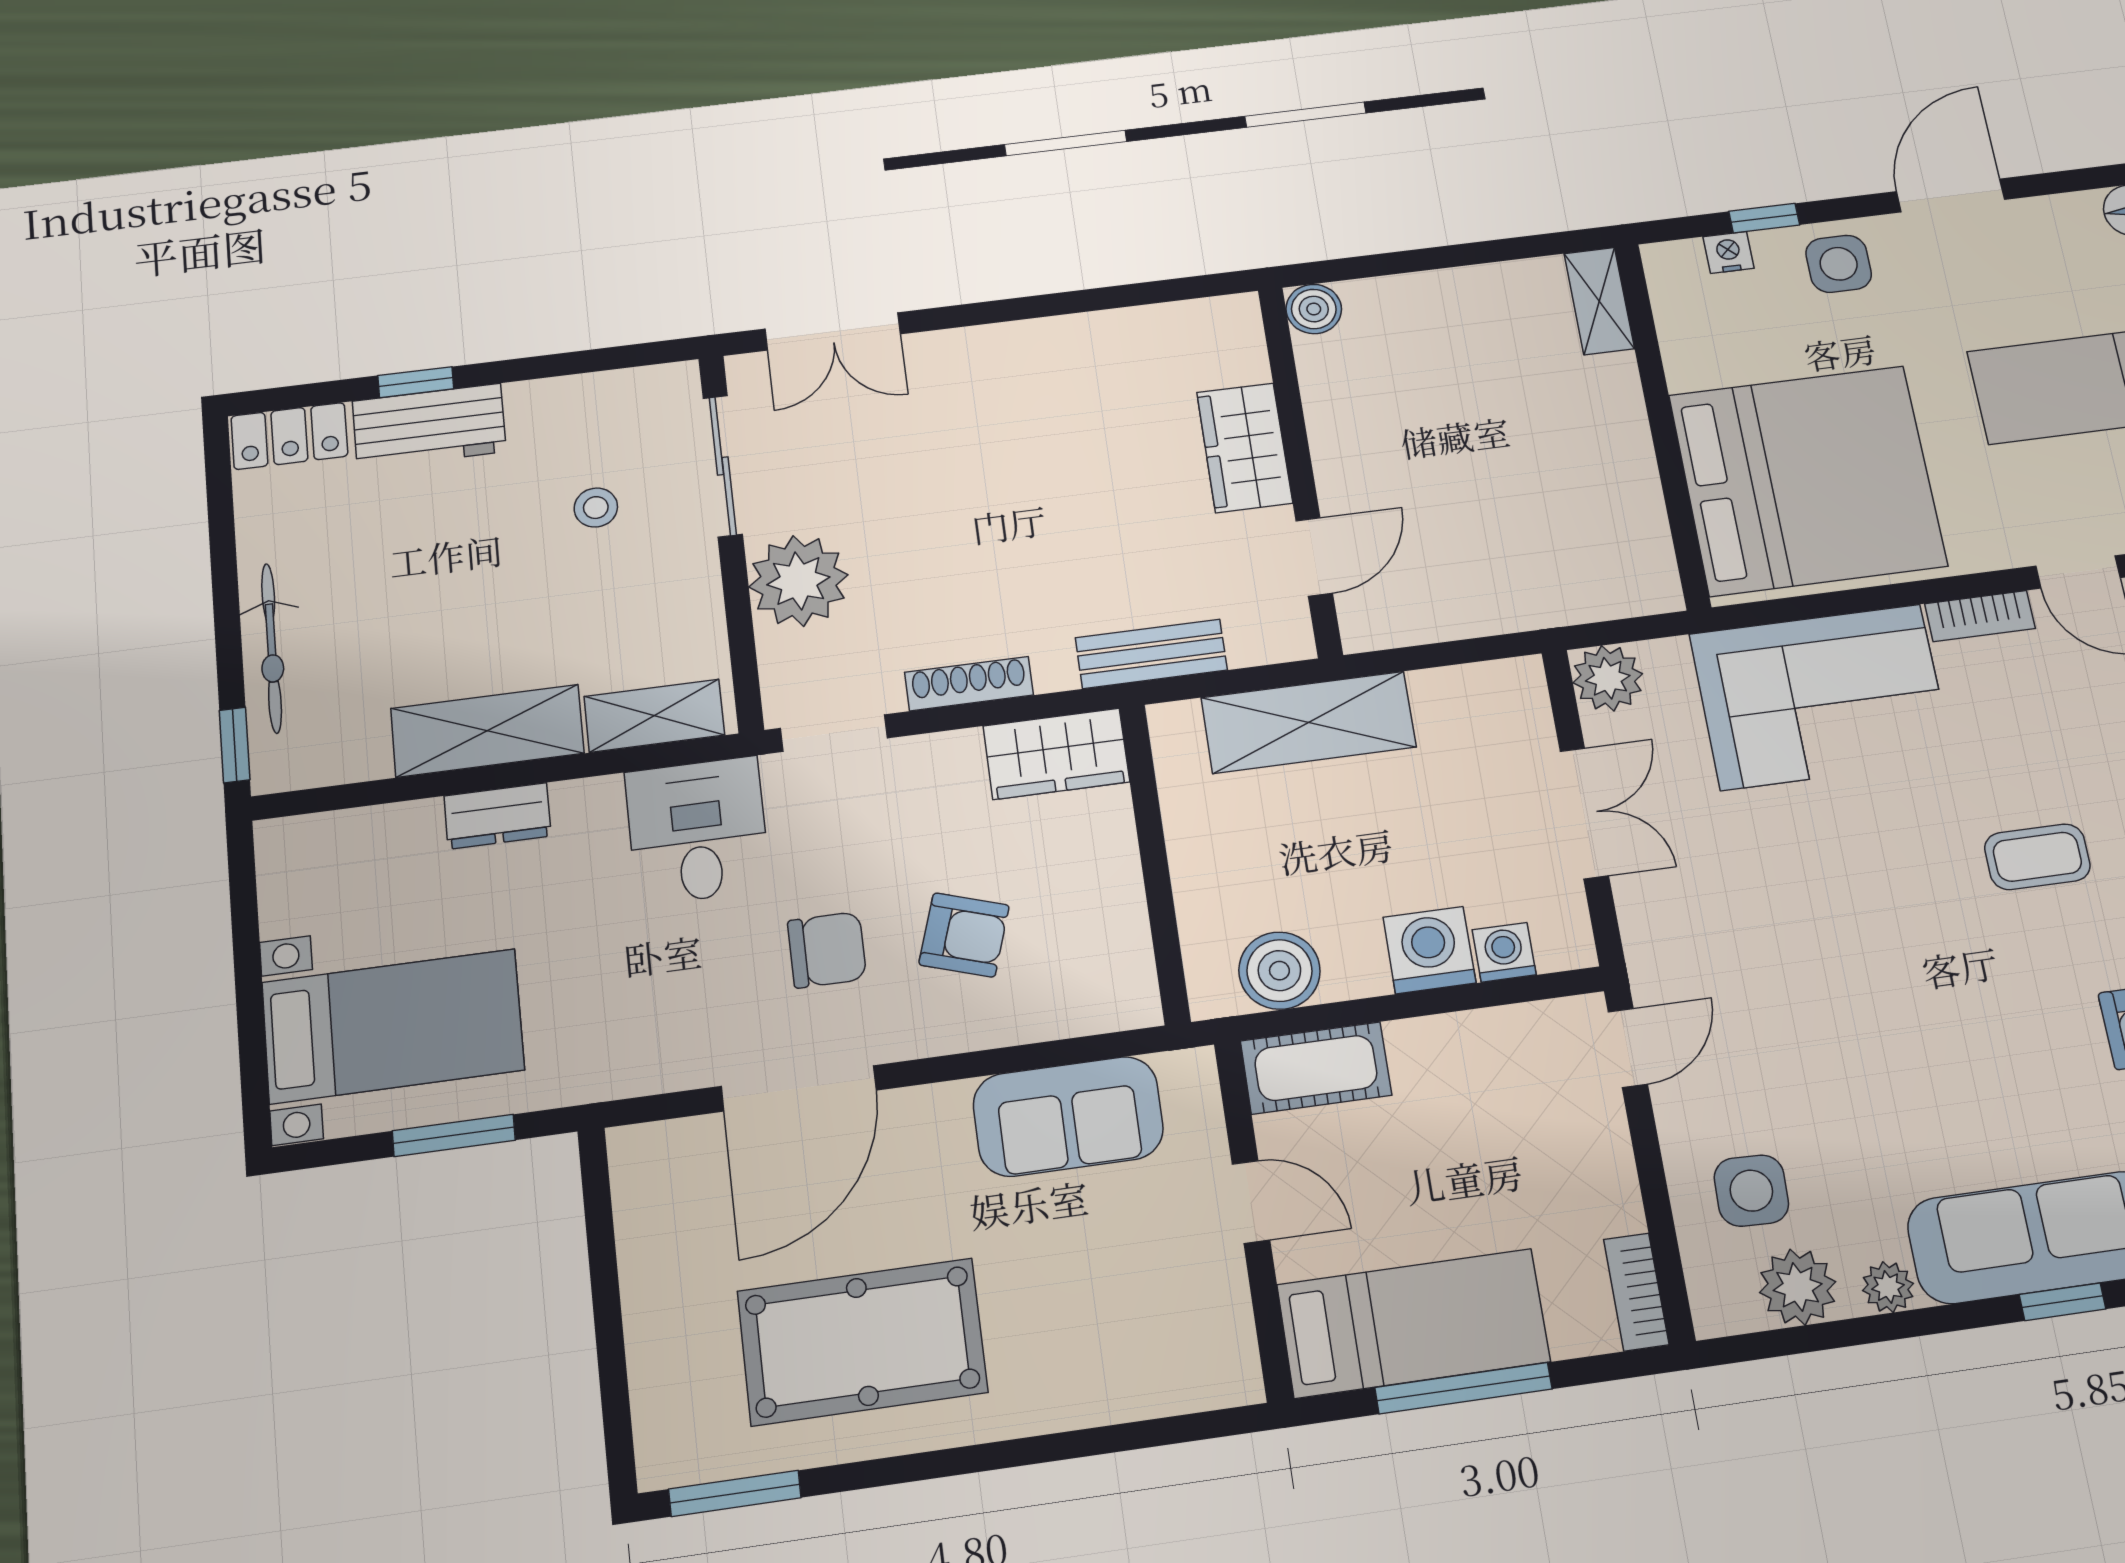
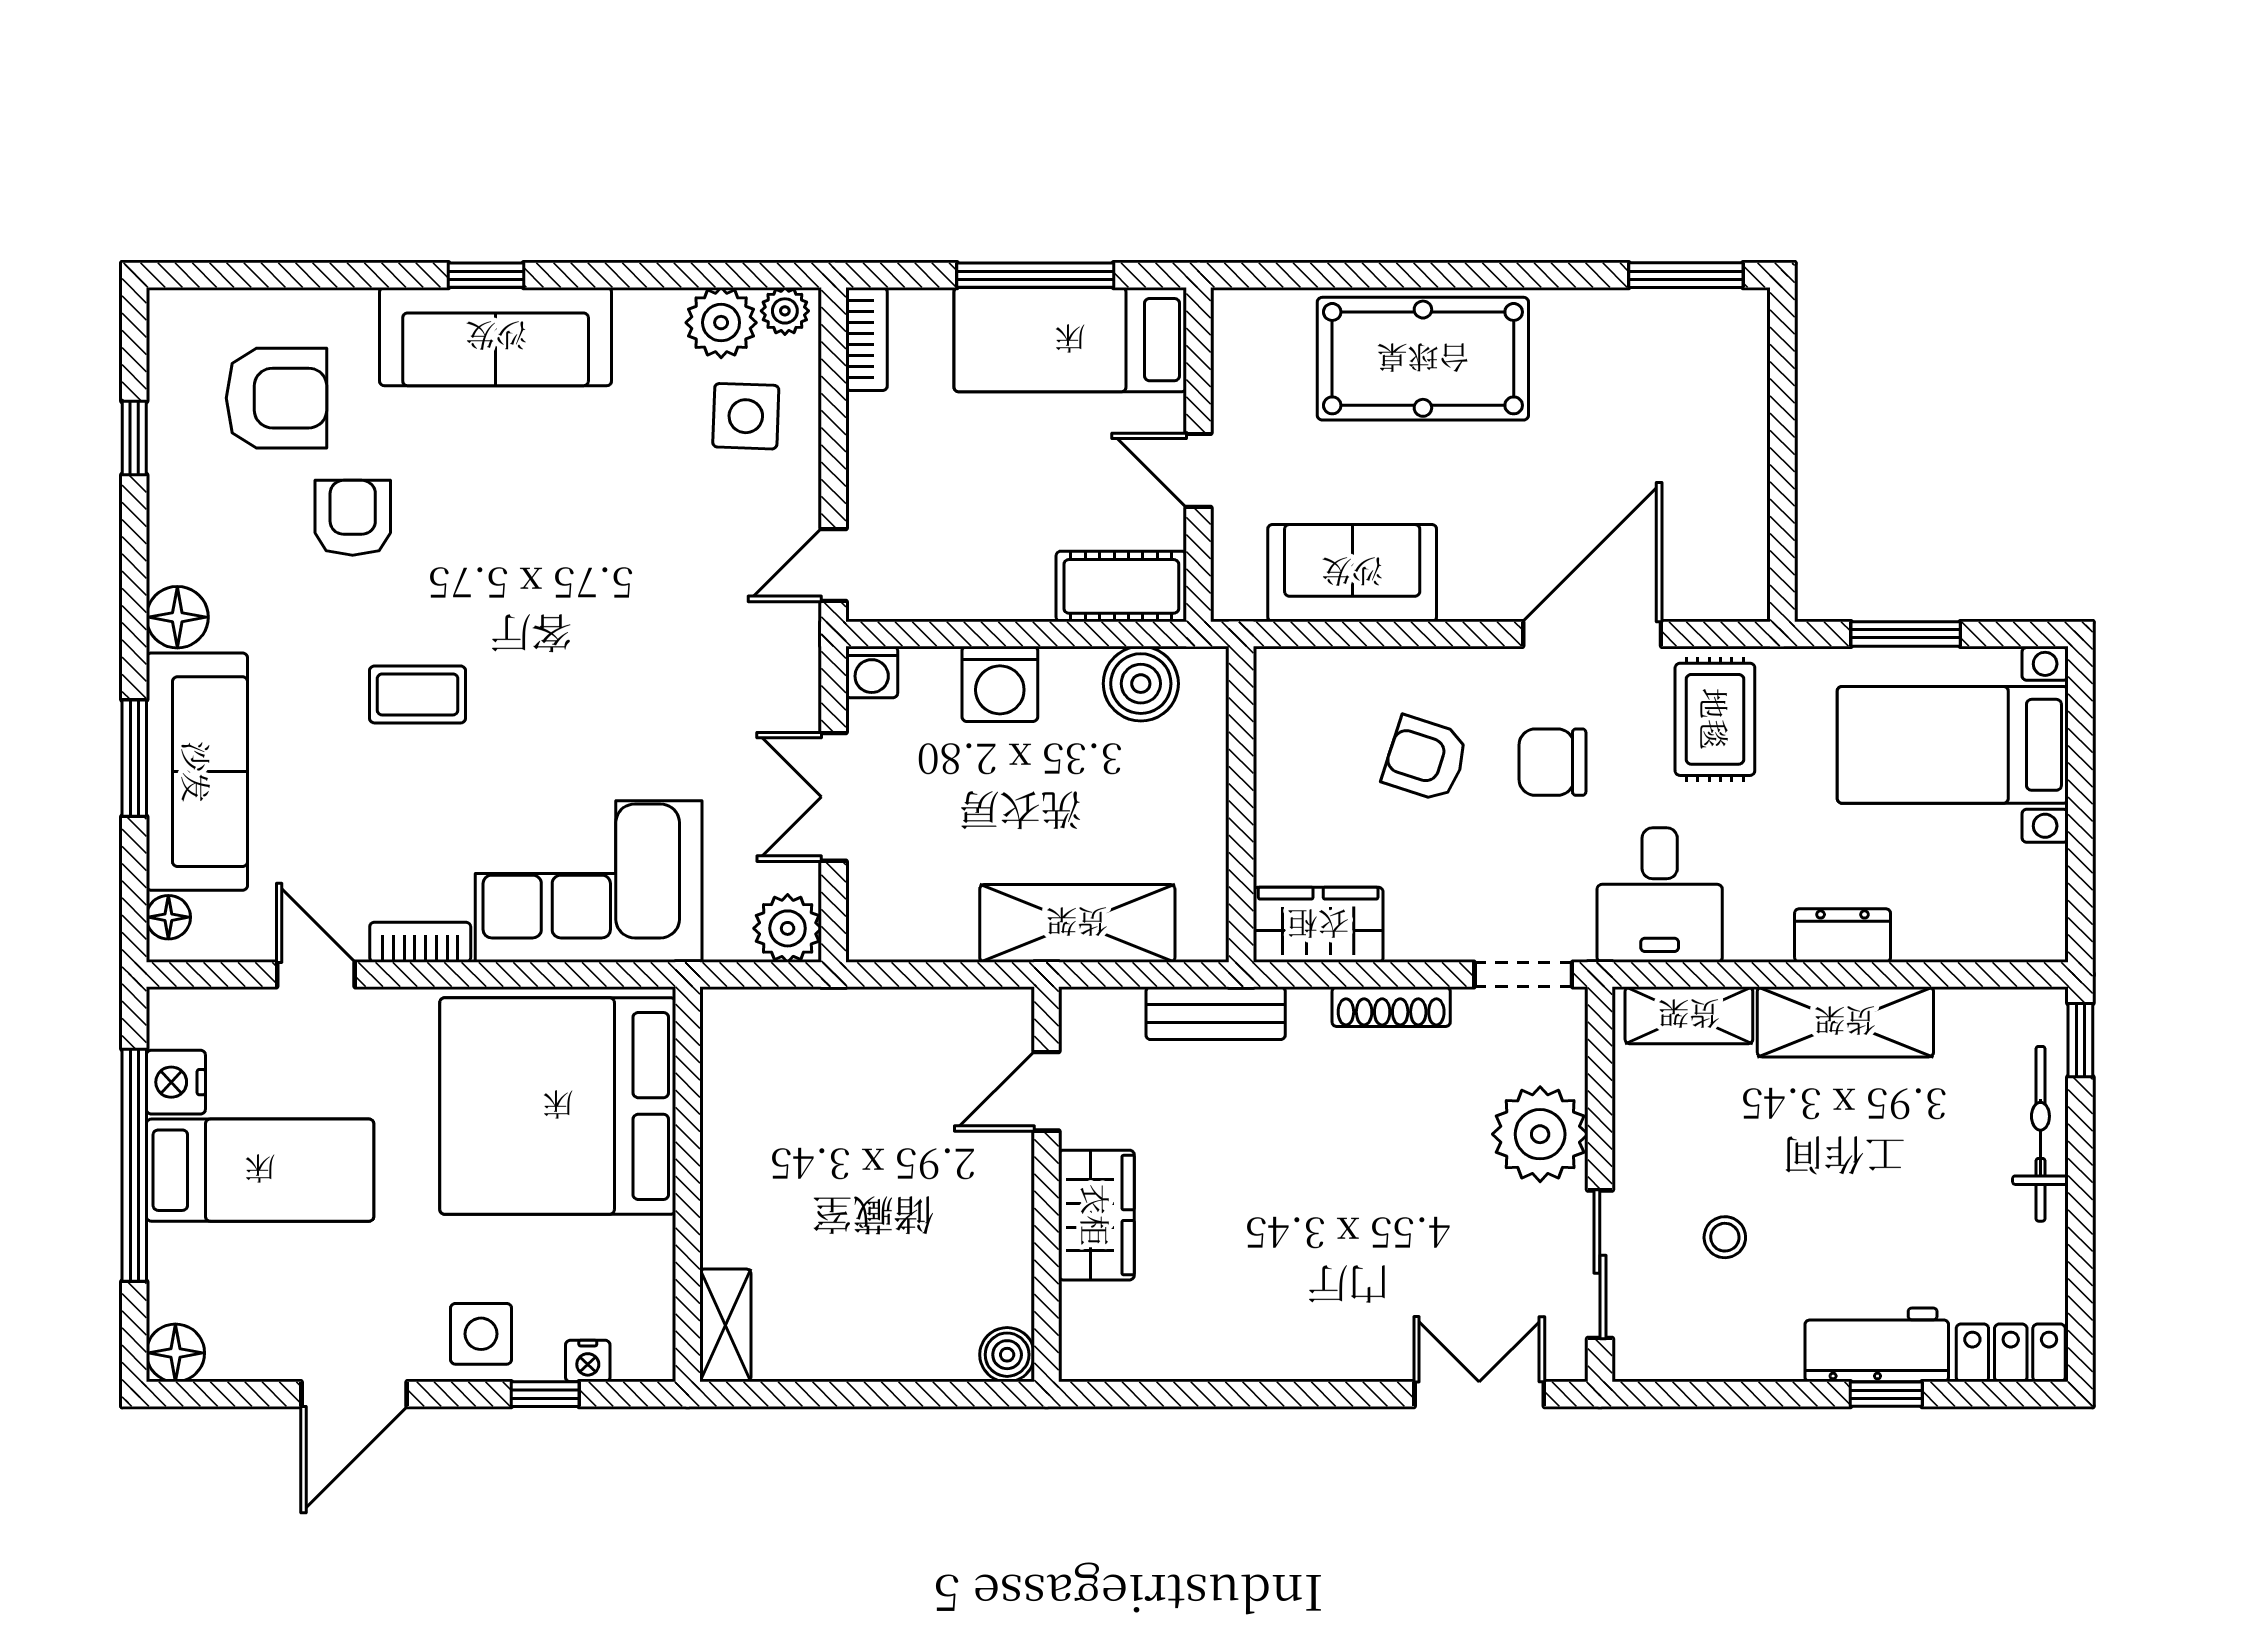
washing machine: (1504, 952) -> (872, 672), moved
rug: (655, 1018) -> (1715, 719), added
plant: (1888, 1287) -> (785, 311), moved
pool table: (862, 1342) -> (1423, 359), moved

